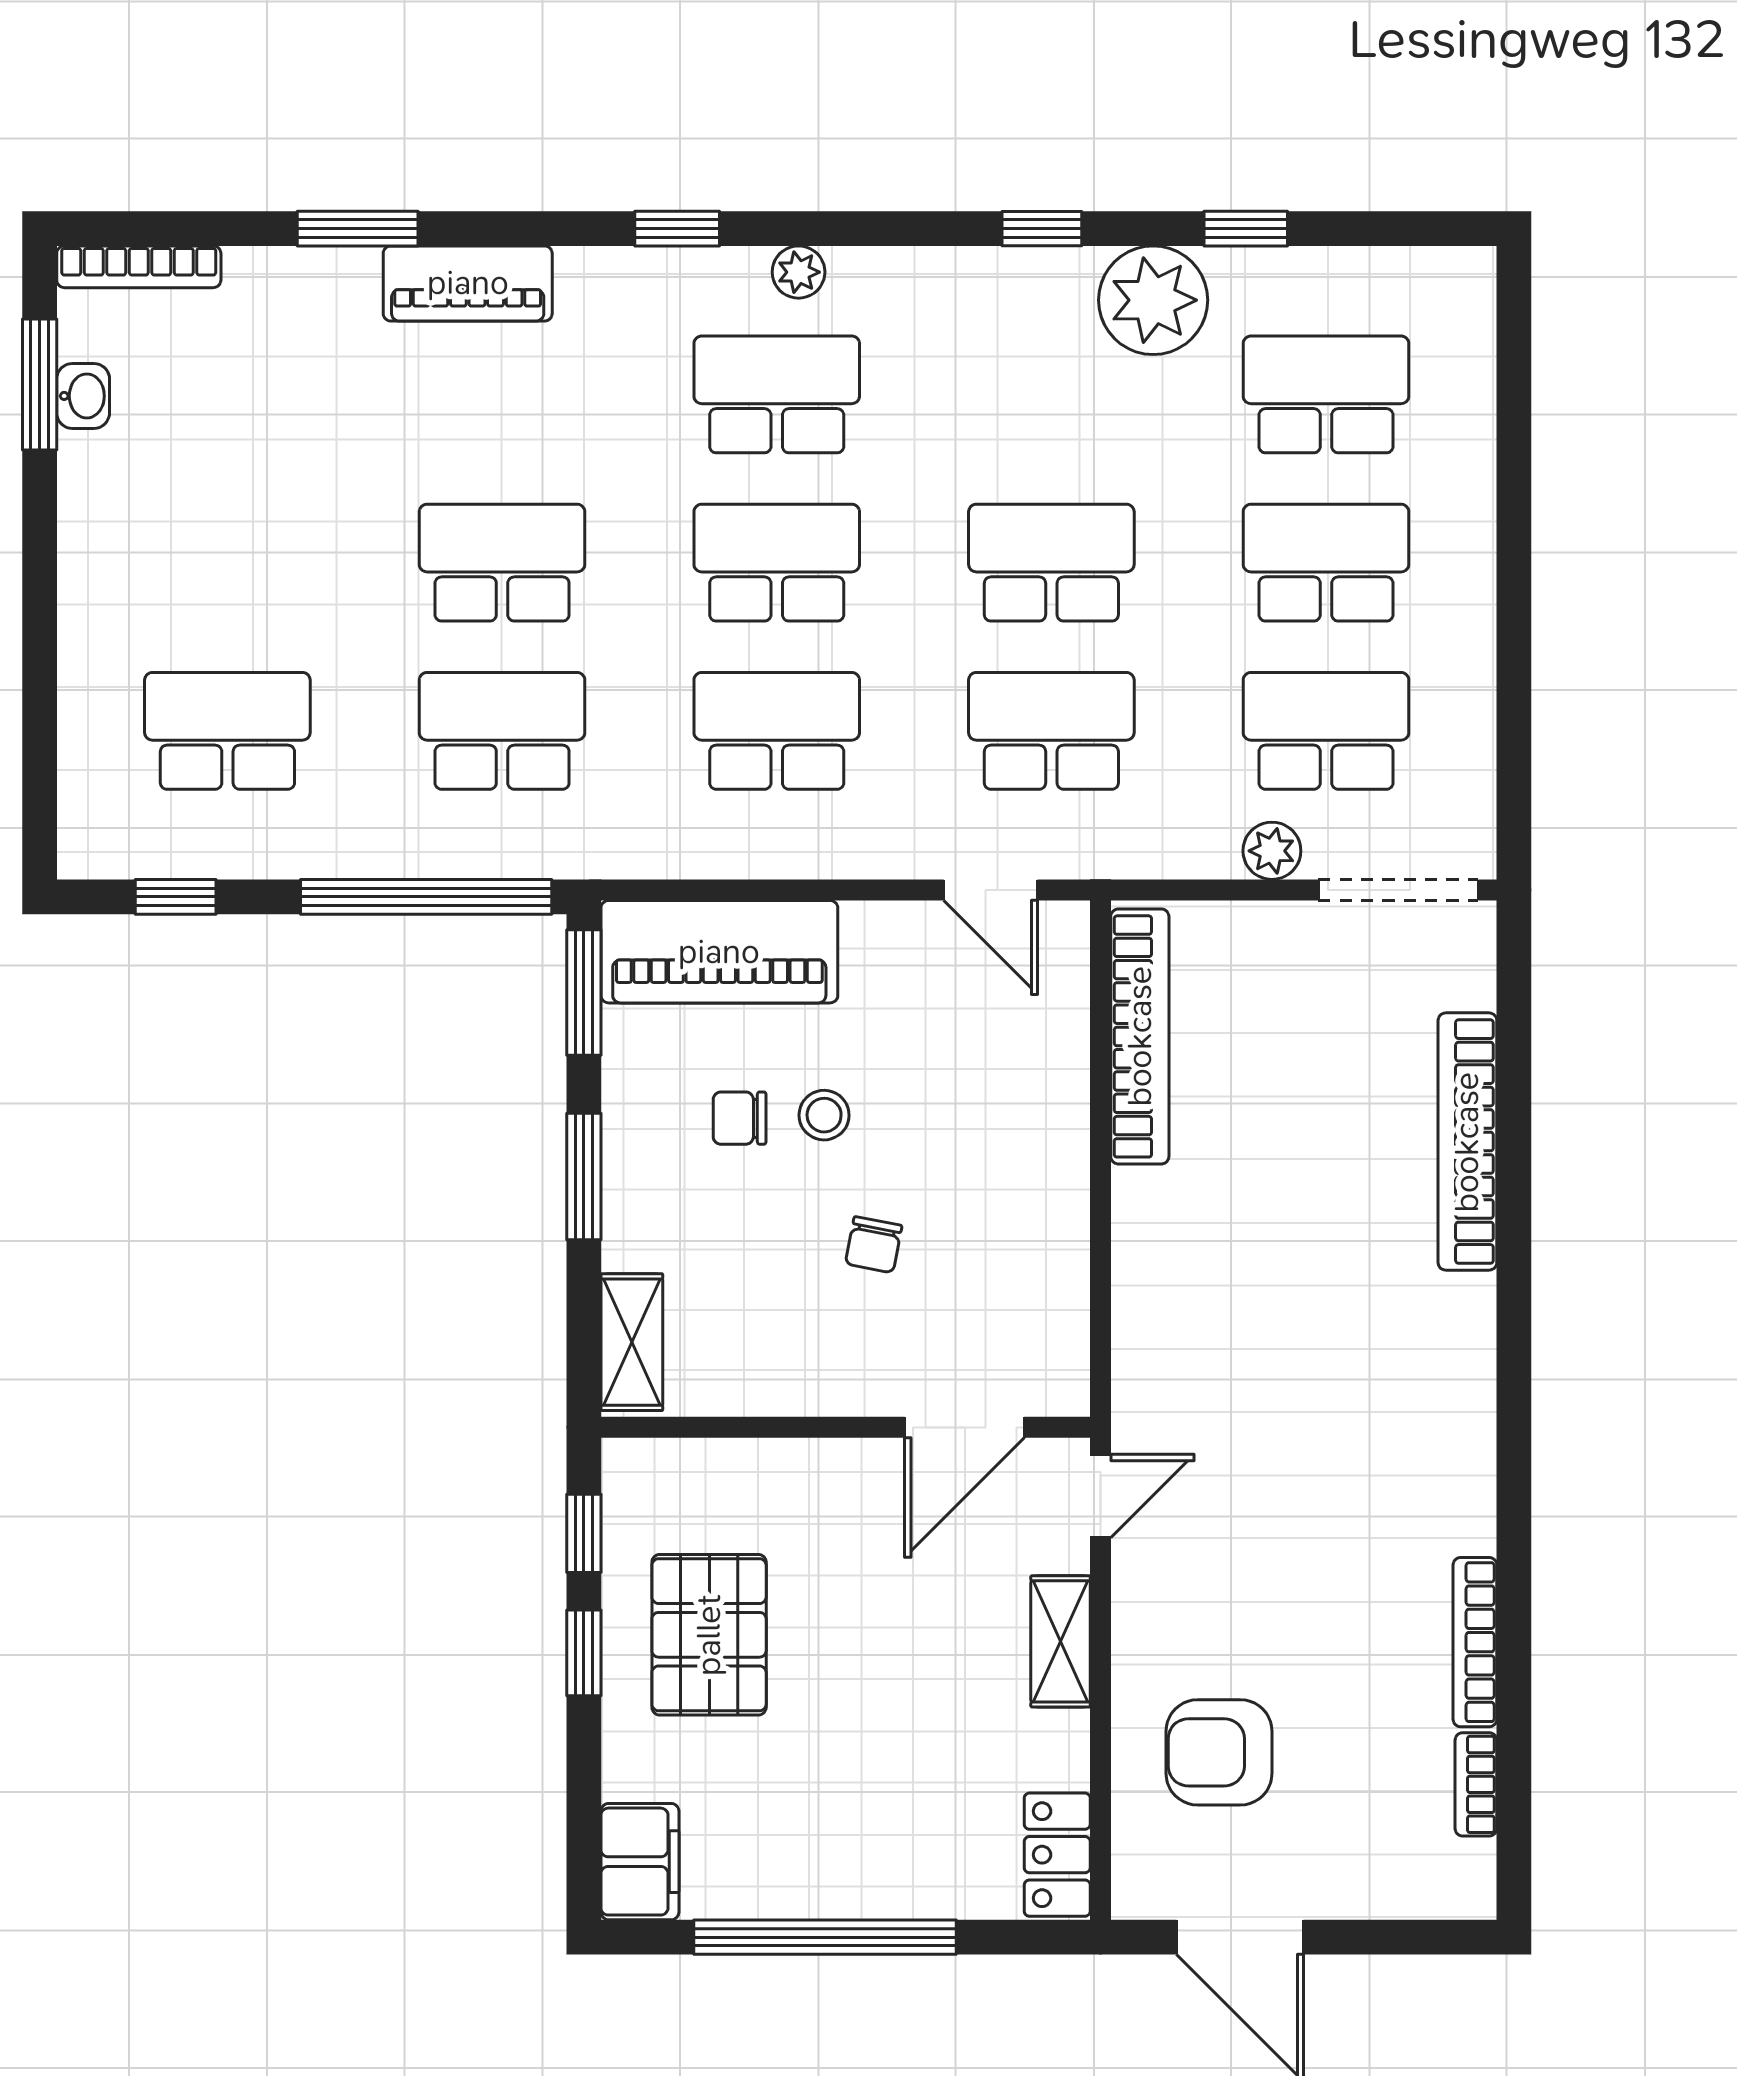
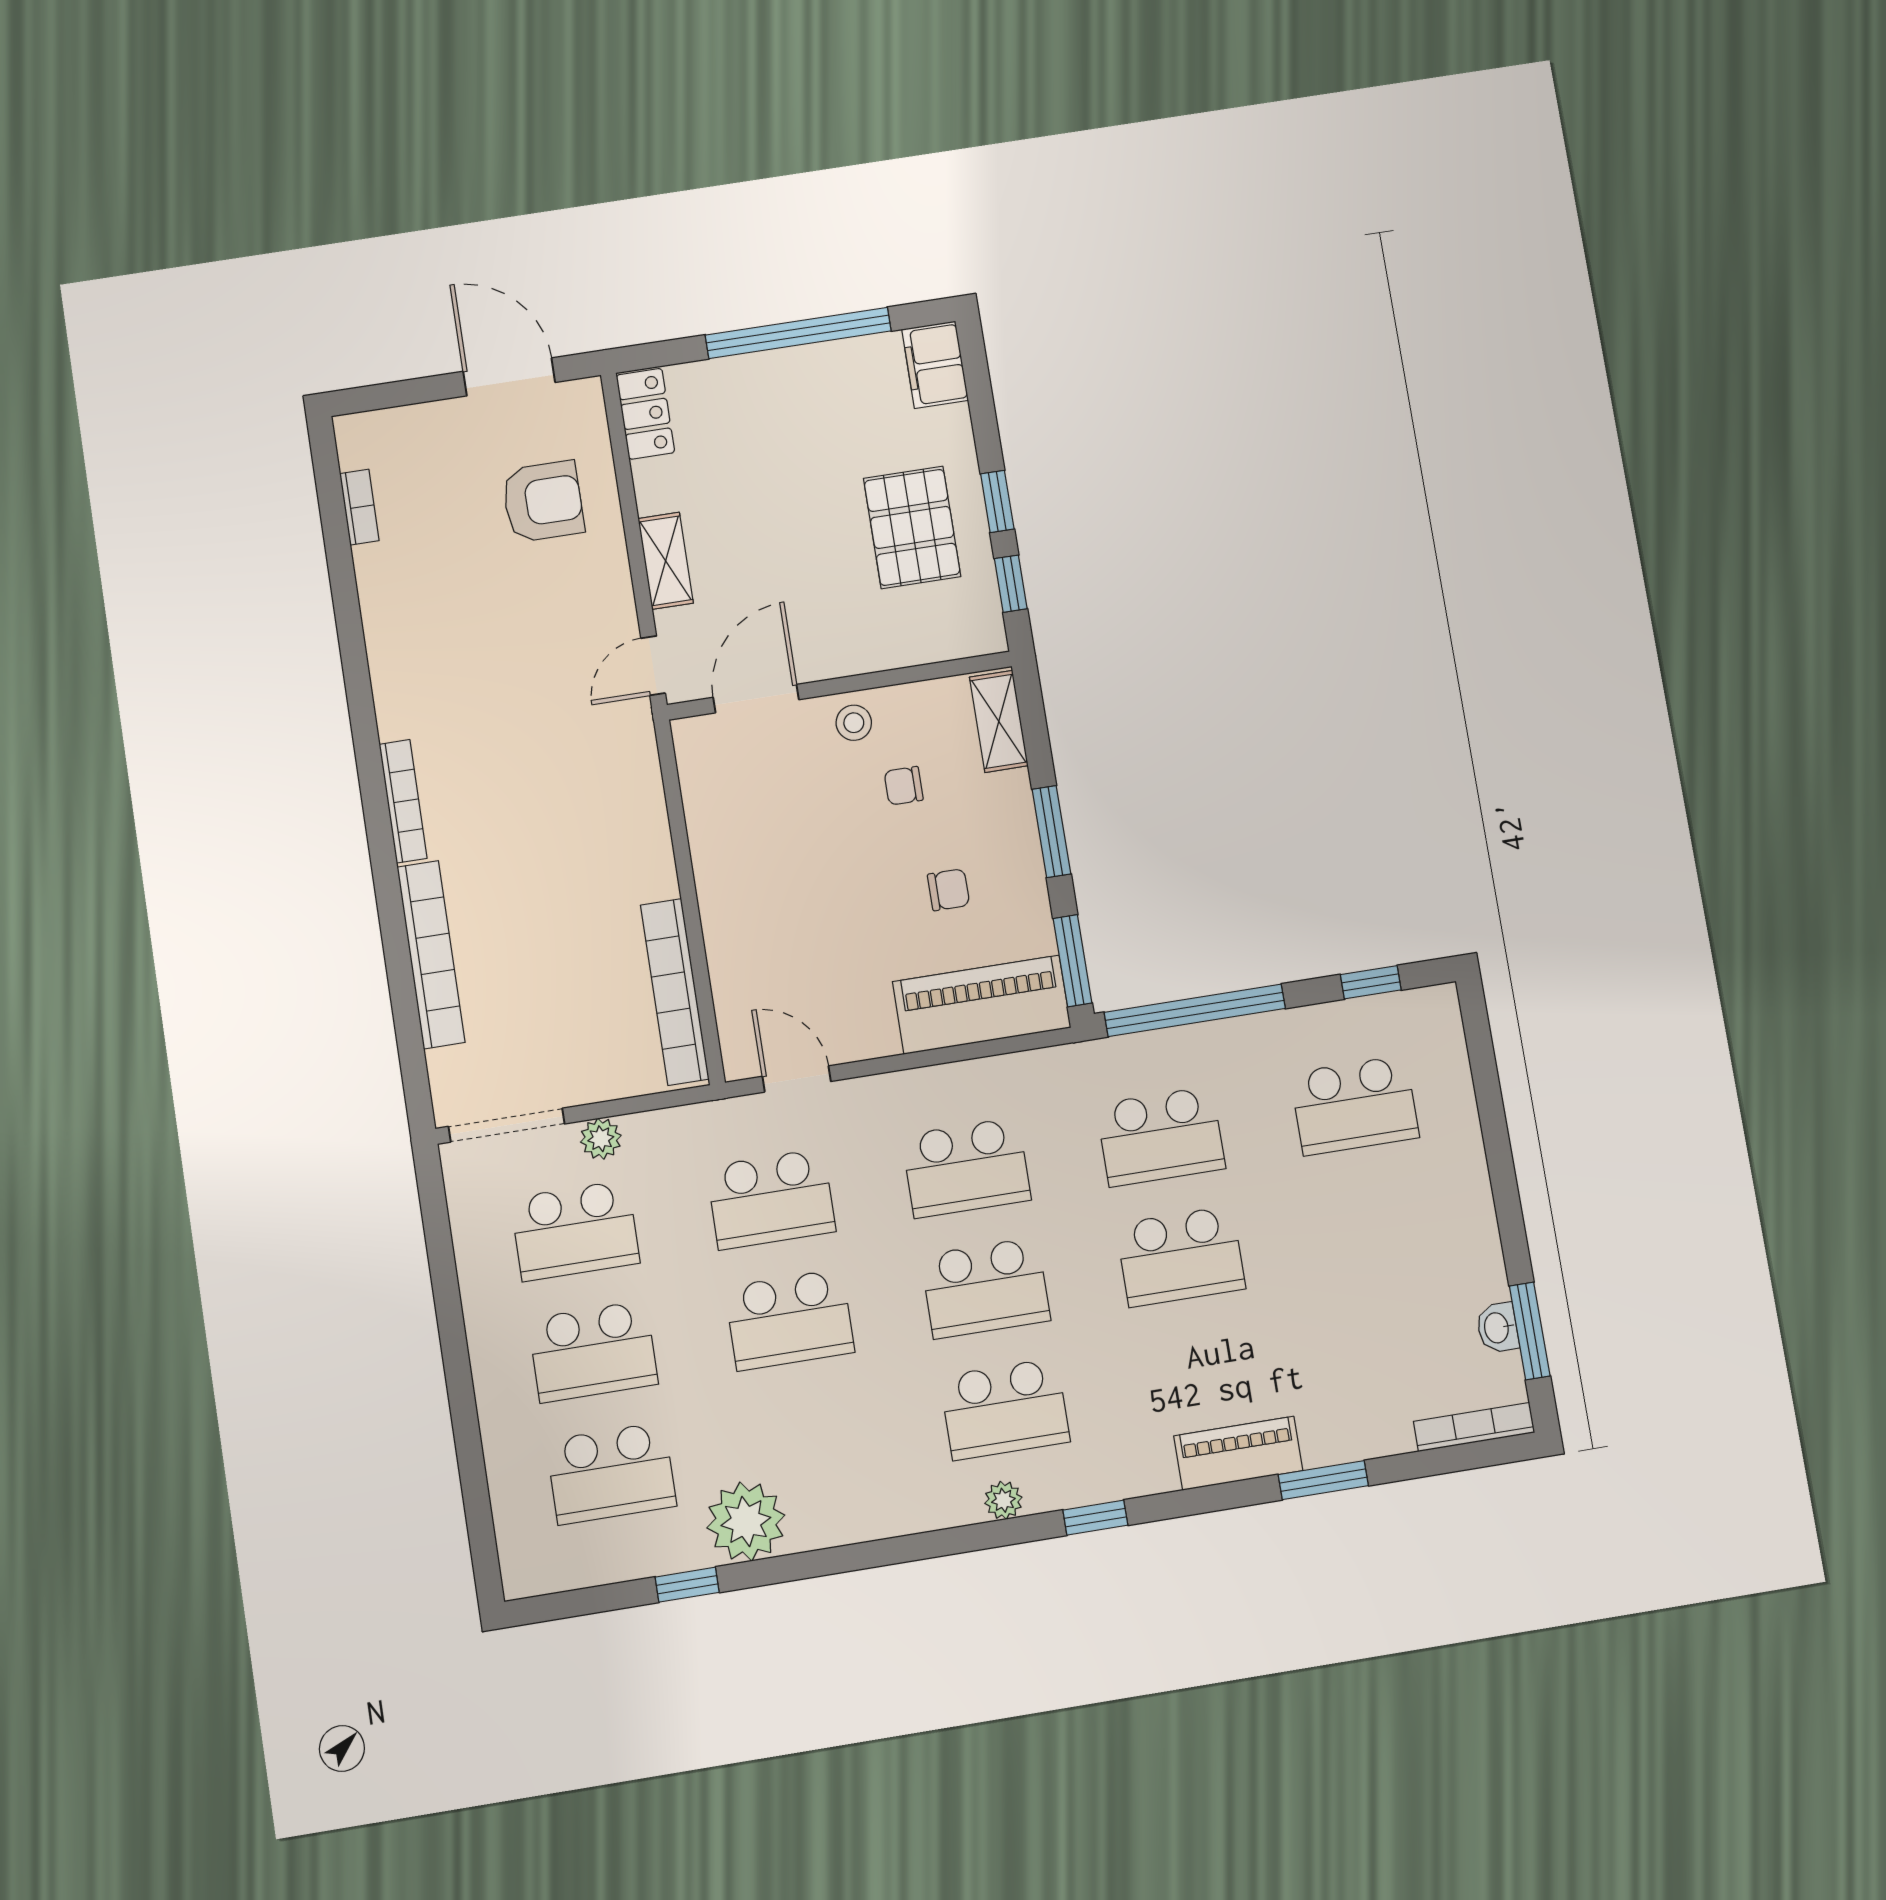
window: (1042, 229) -> (834, 1561), removed
stool: (824, 1115) -> (854, 723), moved
chair: (874, 1245) -> (904, 786), moved, turned -101
bookcase: (1475, 1642) -> (403, 801), moved

